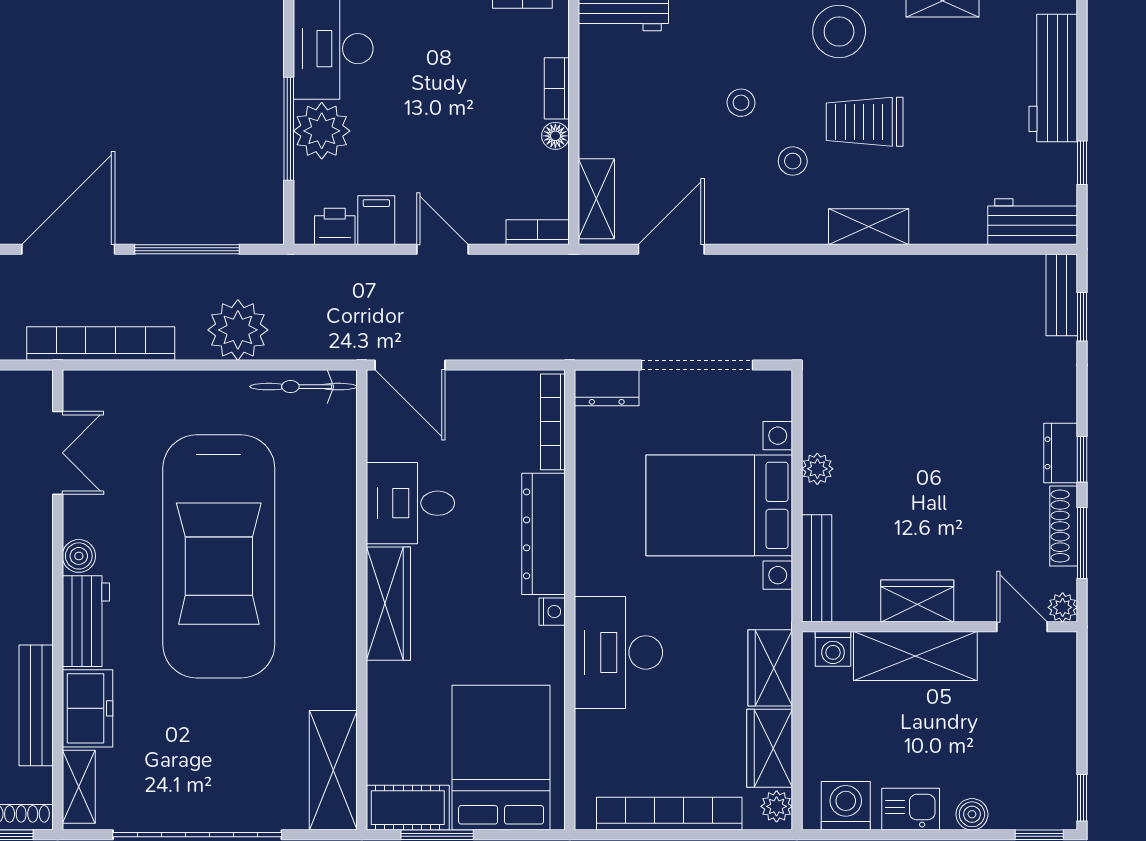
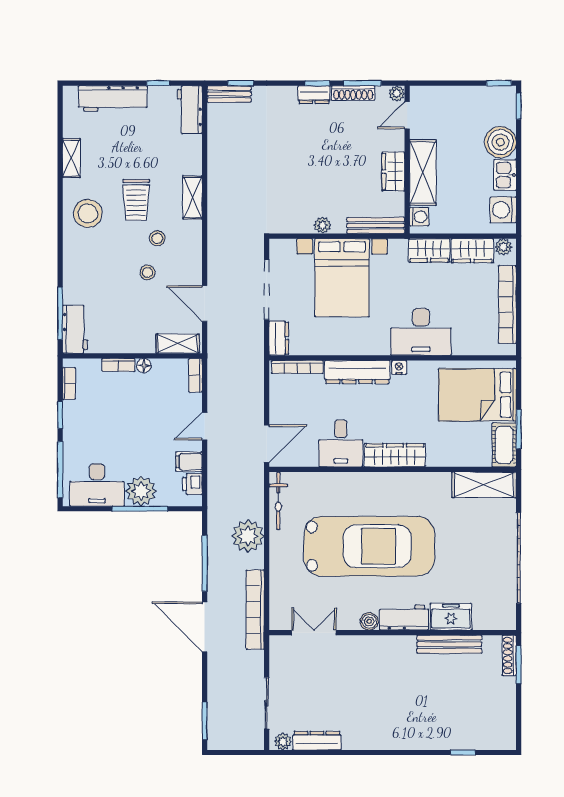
stool: (741, 103) -> (147, 272), moved
shelving: (79, 787) -> (493, 621), removed
boiler: (972, 814) -> (500, 142), width x1.86, depth x1.86

